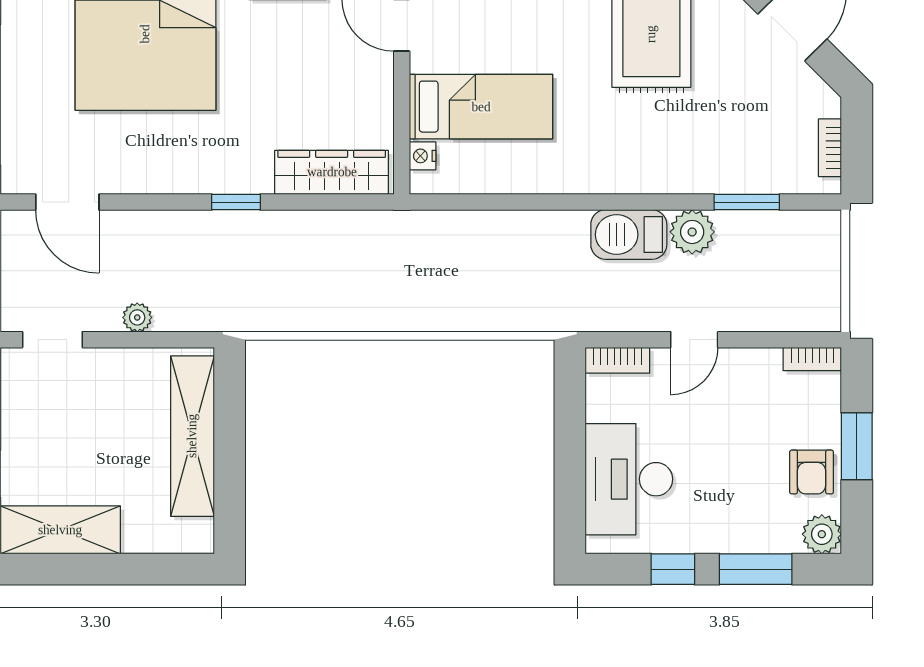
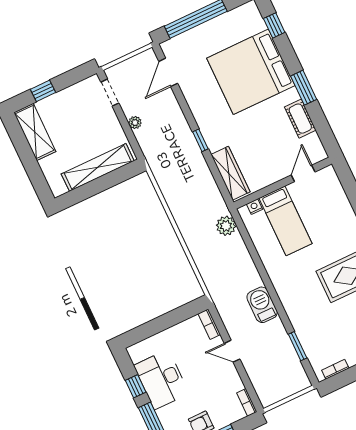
plant: (692, 232) -> (226, 226), moved
desk: (629, 479) -> (161, 379), moved, turned -90

